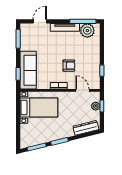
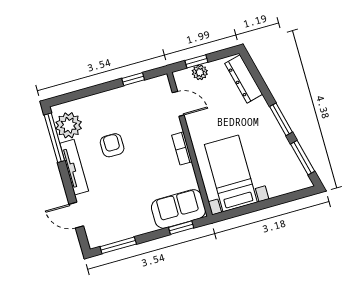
armchair: (69, 66) -> (112, 145), moved
sofa: (28, 70) -> (178, 209), width x0.73
door: (82, 90) -> (178, 104), swing flipped

